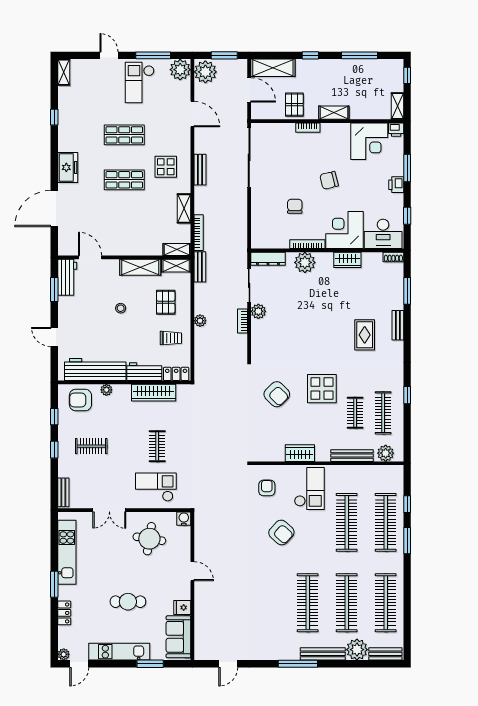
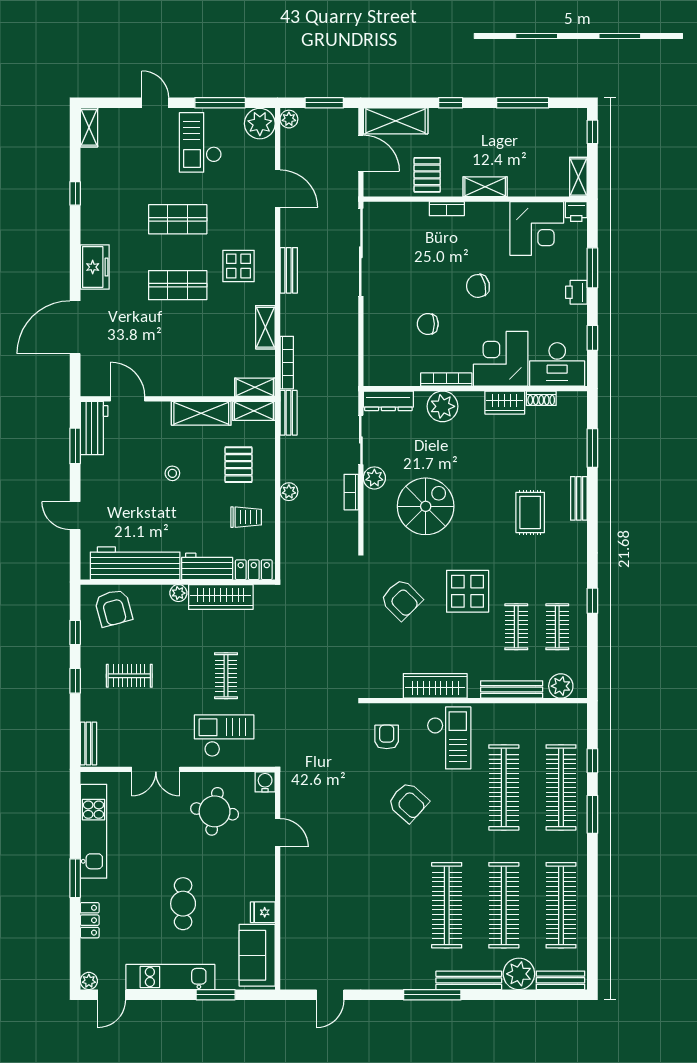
plant: (205, 72) -> (289, 119), width x0.53, depth x0.53
chair: (295, 206) -> (428, 324), turned -90
shoe rack: (393, 257) -> (541, 398), moved
spiral stairs: (293, 331) -> (426, 506), added
plant: (106, 390) -> (178, 593), moved
armchair: (80, 400) -> (113, 608), turned -105
clothes rail: (383, 413) -> (557, 627), width x0.73
wardrobe: (300, 453) -> (435, 686), width x1.50
door: (192, 571) -> (278, 833), moved
cafe table: (128, 602) -> (183, 904), turned 90

